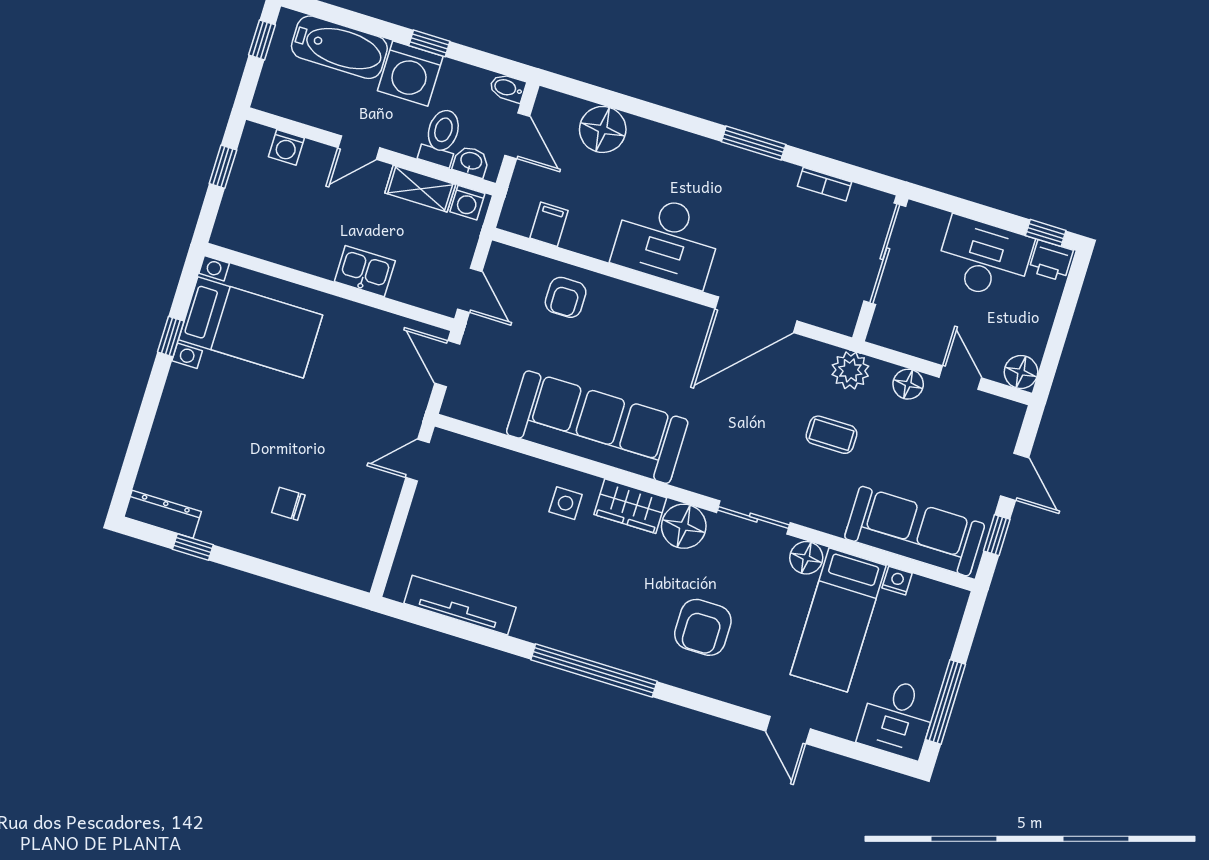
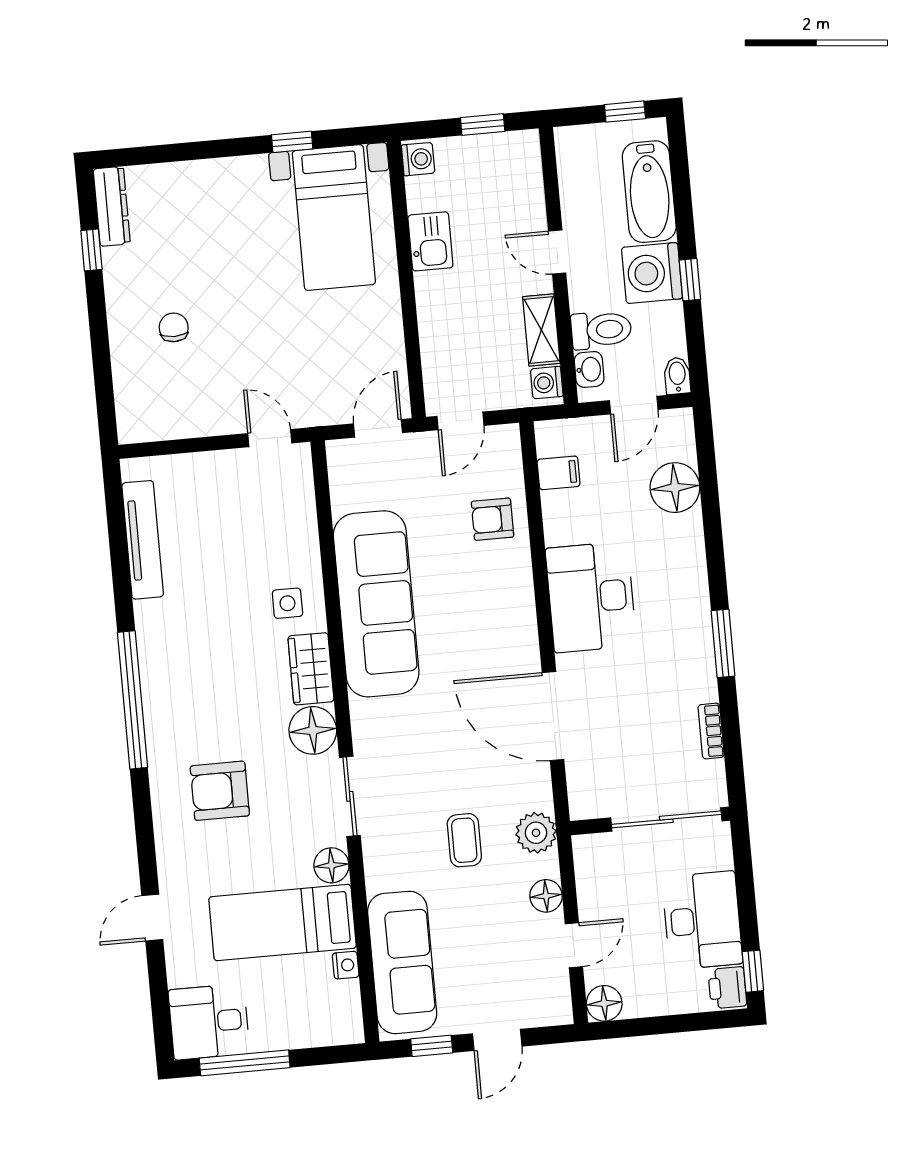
washing machine: (286, 147) -> (418, 159), moved, turned 180
kitchen sink: (365, 271) -> (430, 241), moved

